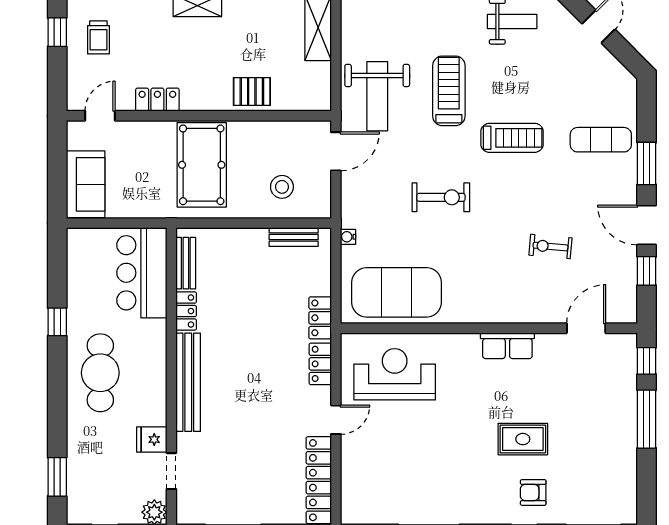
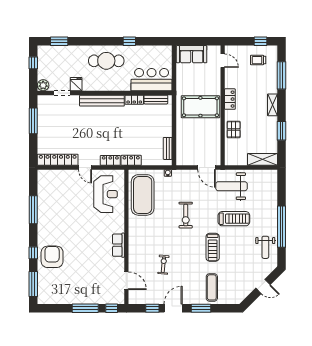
locker: (157, 100) -> (230, 99), moved
stool: (282, 187) -> (190, 143), removed
rug: (523, 439) -> (76, 252), removed
armchair: (533, 492) -> (52, 257), width x1.88, depth x1.88

